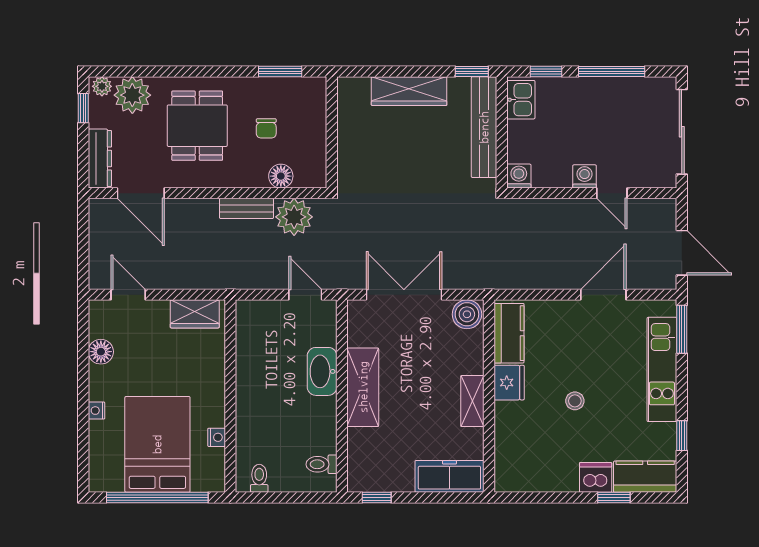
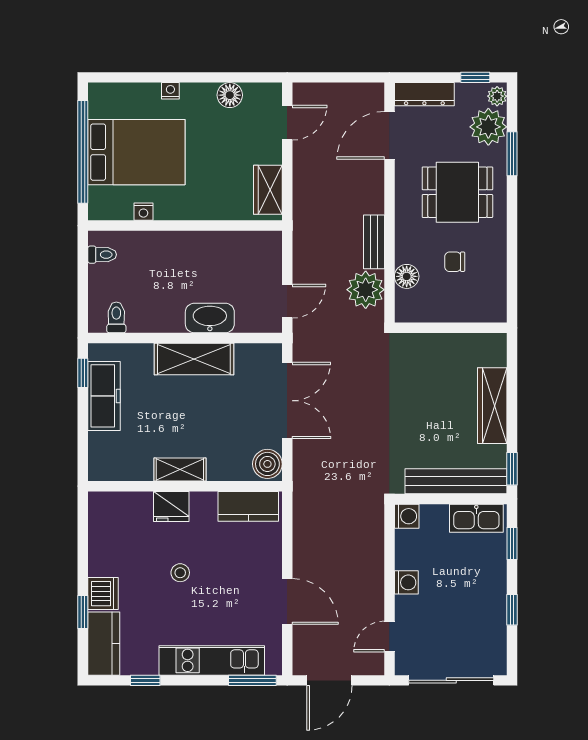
window: (280, 71) -> (512, 154), moved
window: (612, 71) -> (512, 610), width x0.46
kitchen sink: (521, 100) -> (476, 518), width x1.38
door: (612, 193) -> (389, 637), moved
fridge: (509, 383) -> (171, 506), moved
freezer: (449, 476) -> (104, 396), moved

